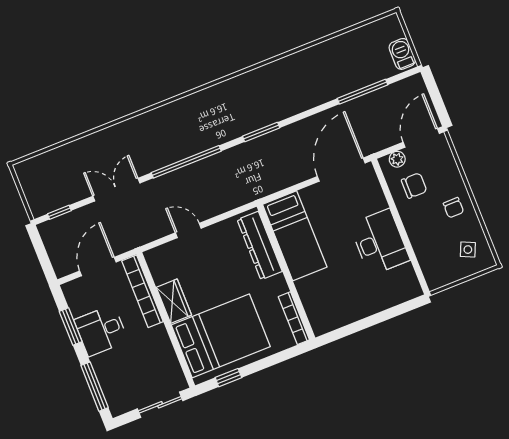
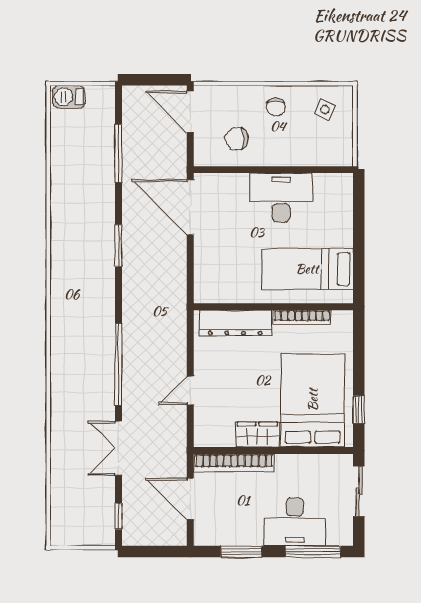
barbecue: (402, 54) -> (69, 97), moved
window: (261, 132) -> (118, 246), moved
plant: (397, 159) -> (202, 145), removed
chair: (414, 186) -> (237, 139), turned -90
chair: (453, 208) -> (276, 107), turned 90
bed: (295, 236) -> (307, 269), moved, turned 180
bookcase: (294, 318) -> (302, 317), moved
desk: (101, 330) -> (295, 522), moved, width x1.37

